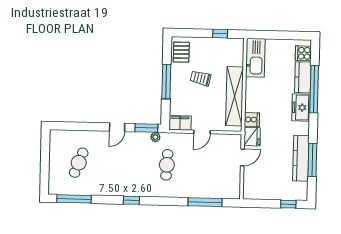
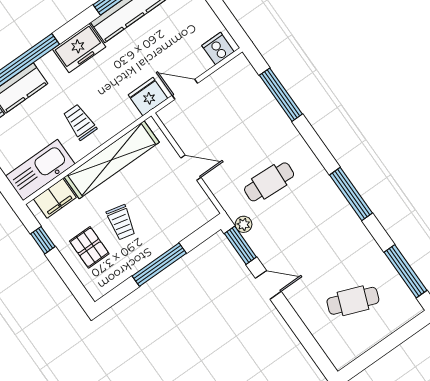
pallet: (181, 52) -> (89, 247), moved, turned 90
trolley: (264, 94) -> (80, 122), added
freezer: (301, 107) -> (79, 48), moved
cooker: (252, 120) -> (218, 49), moved
filing cabinet: (180, 123) -> (55, 198), moved, turned -90
window: (131, 200) -> (351, 194), width x2.17

